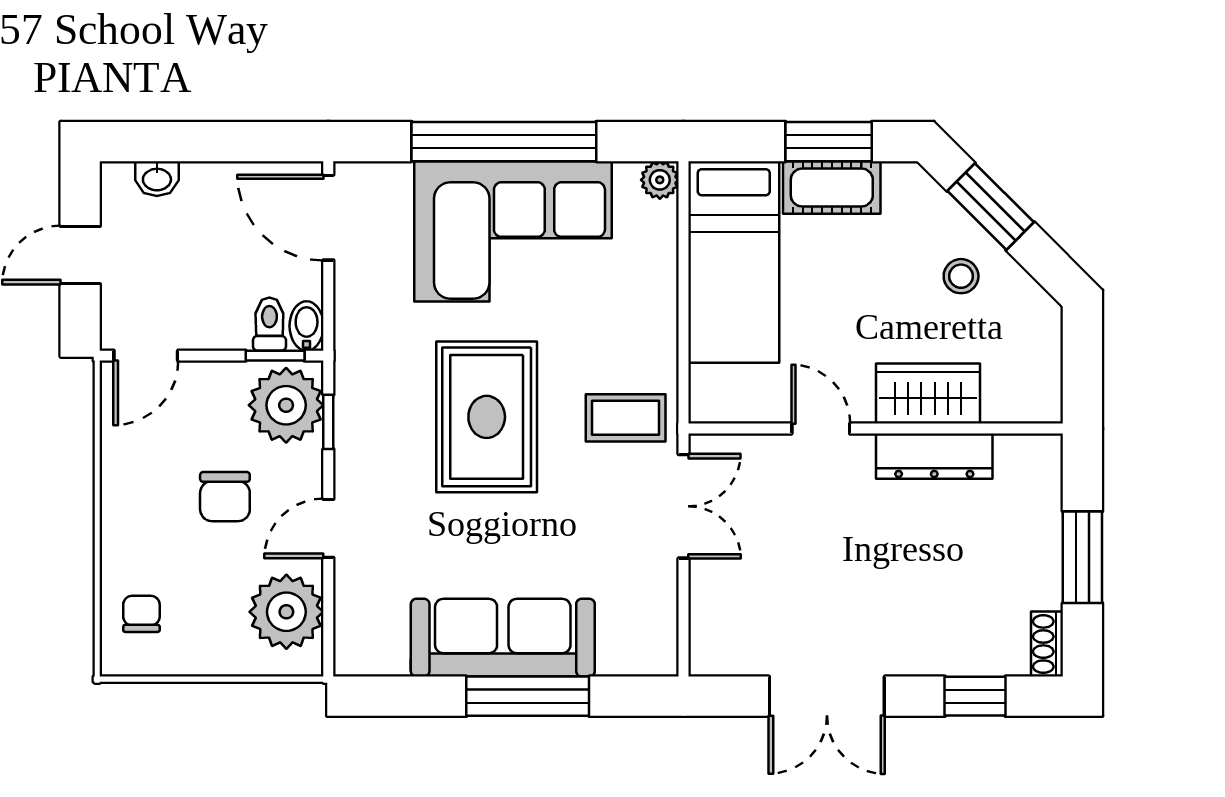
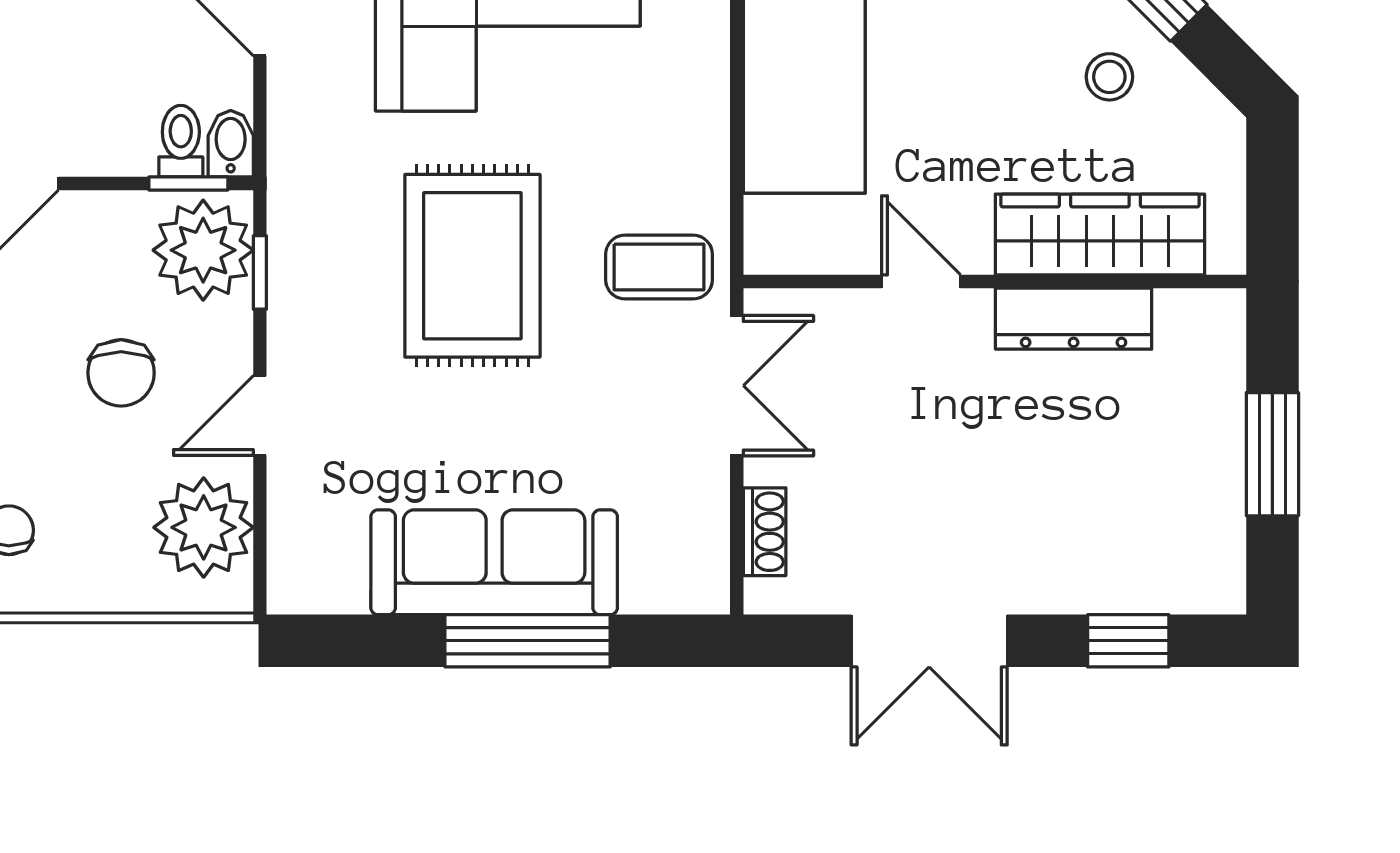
wardrobe: (928, 394) -> (1100, 234), width x1.50
shoe rack: (1047, 644) -> (765, 532), moved, turned 180

